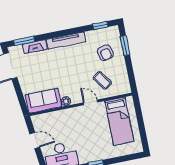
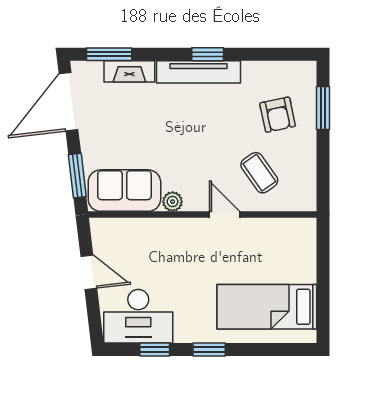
window: (100, 25) -> (208, 54), moved
window: (21, 98) -> (77, 176), added
bed: (119, 121) -> (267, 307), moved, turned 90

